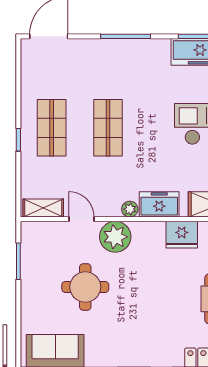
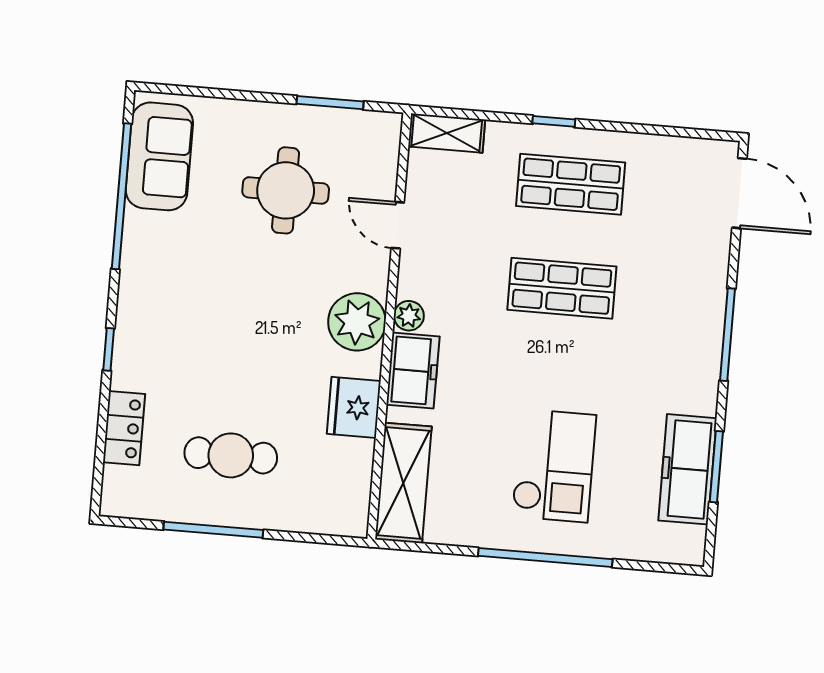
shelving: (43, 208) -> (447, 133), moved, turned 90
door: (82, 219) -> (398, 225), swing flipped
plant: (115, 237) -> (357, 322), moved
round table: (85, 287) -> (286, 190), moved

